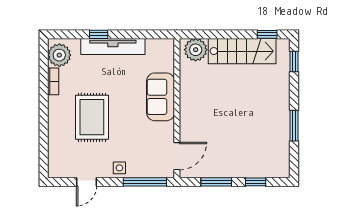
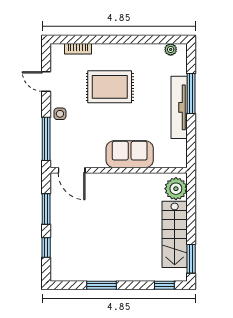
window: (99, 34) -> (191, 93), width x2.17
window: (267, 34) -> (191, 259), width x1.50
plant: (59, 55) -> (171, 49), width x0.53, depth x0.53
bookcase: (53, 81) -> (78, 49), moved

